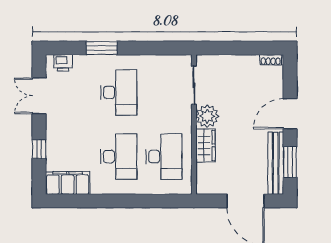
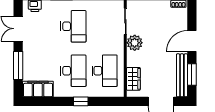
wardrobe: (205, 145) -> (133, 79), moved
window: (39, 149) -> (18, 66), width x2.17
window: (130, 201) -> (81, 101), added

